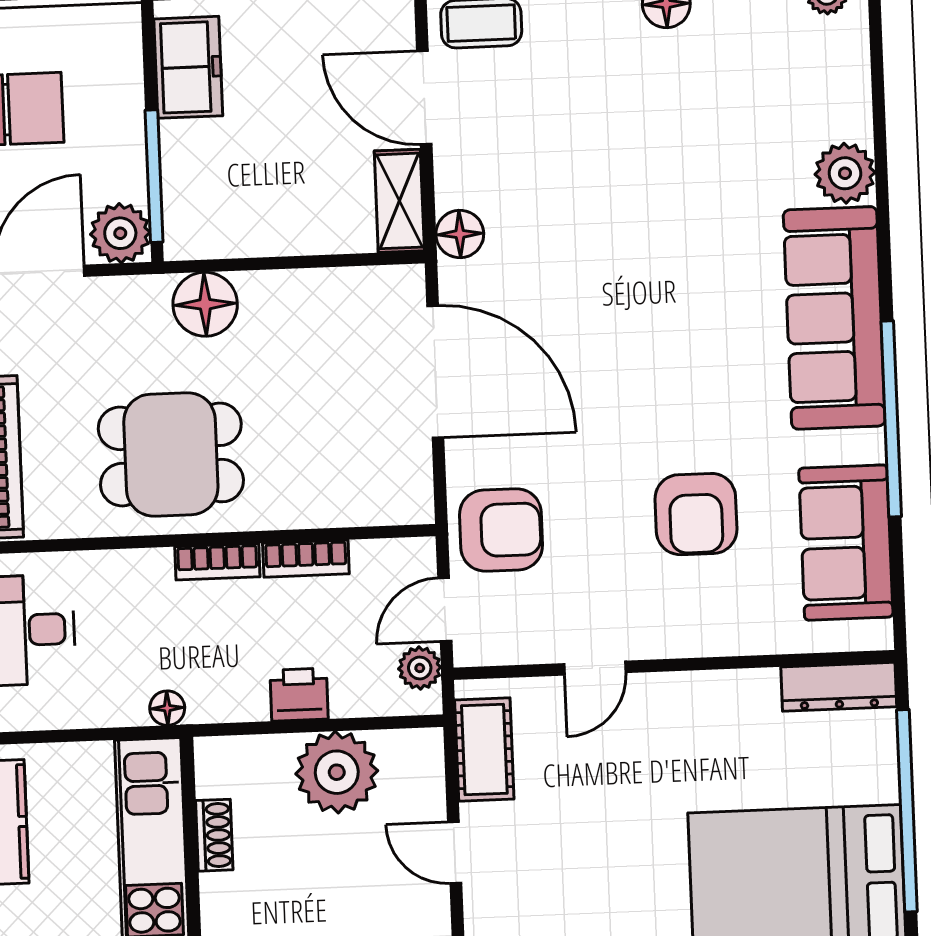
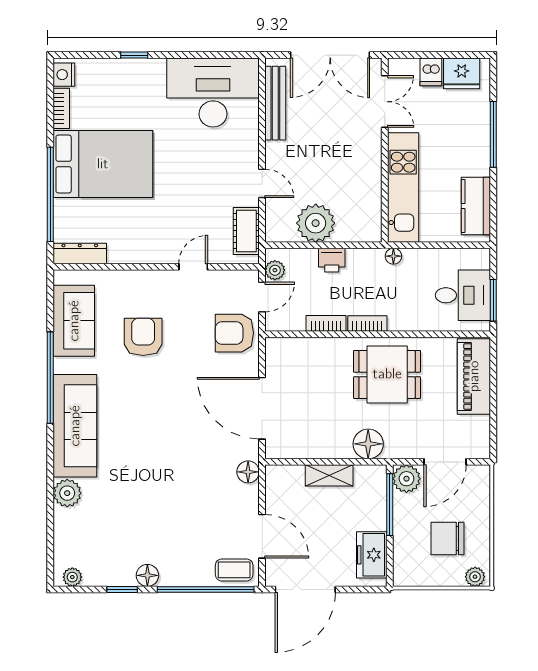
shelving: (399, 201) -> (329, 475), moved, turned 90
shoe rack: (214, 835) -> (374, 196), removed

